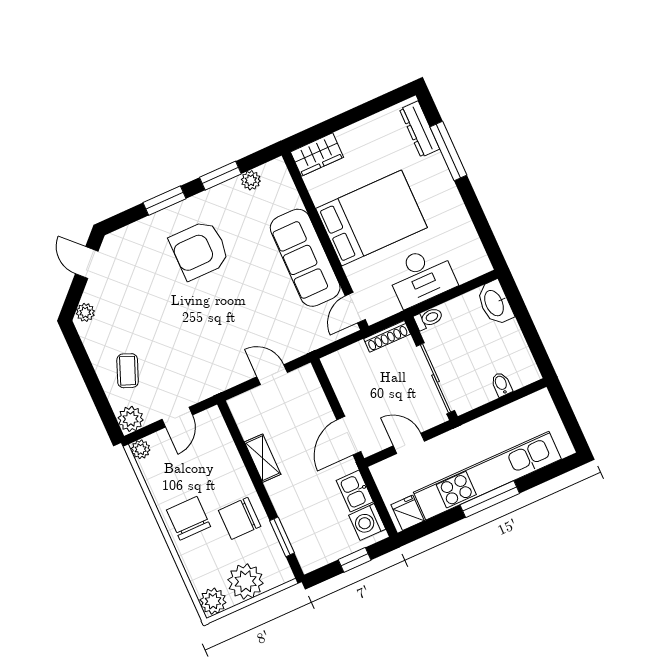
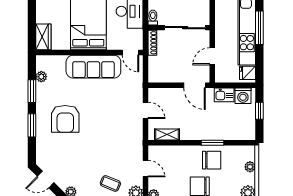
door: (272, 375) -> (146, 110), swing flipped
shelving: (263, 458) -> (167, 134), moved
chair: (240, 518) -> (212, 160), turned -90
window: (282, 537) -> (212, 143), moved
plant: (246, 581) -> (250, 167), width x0.53, depth x0.53

